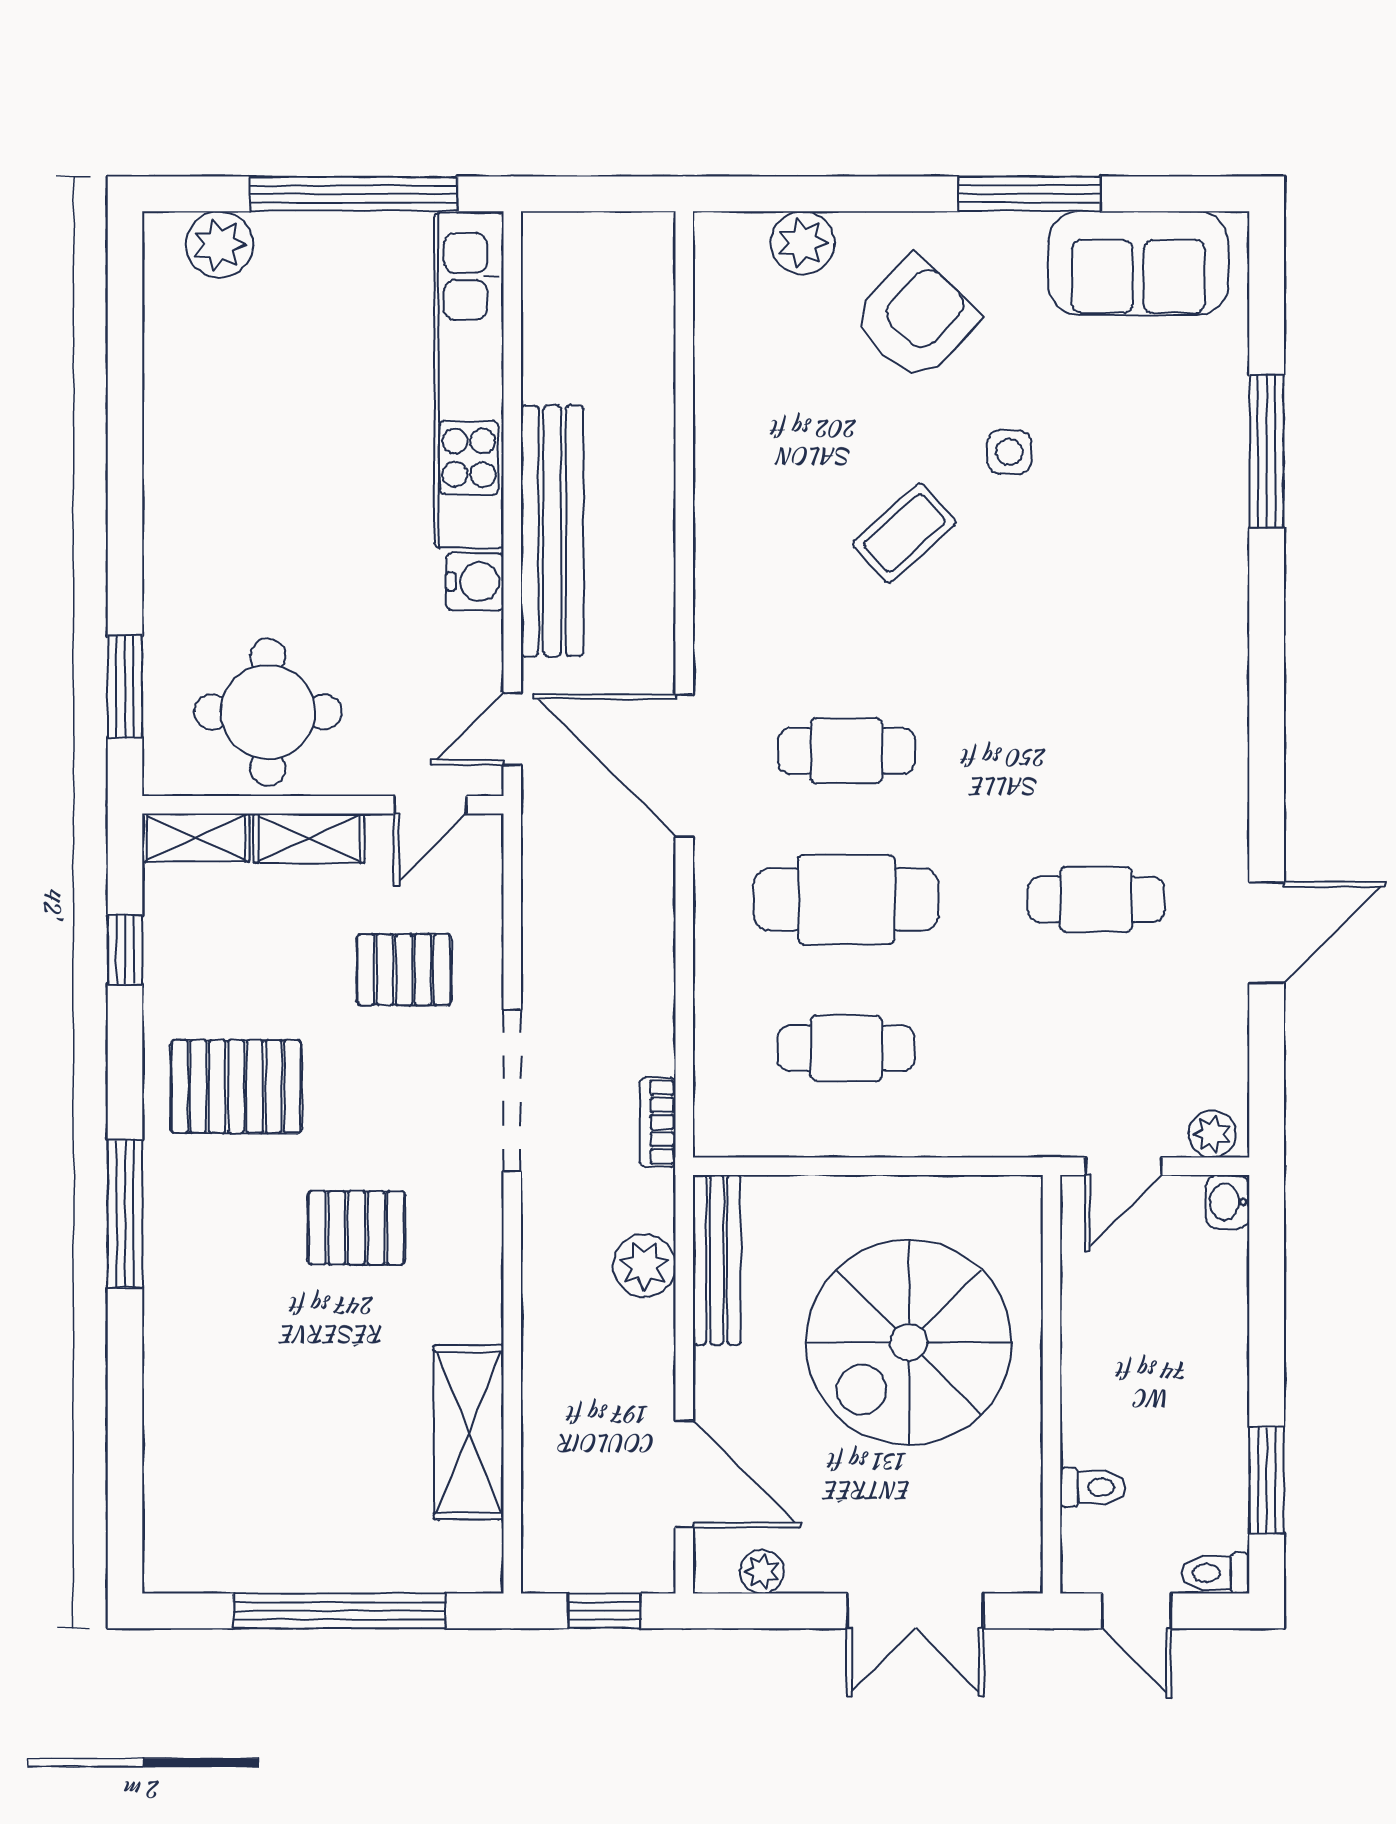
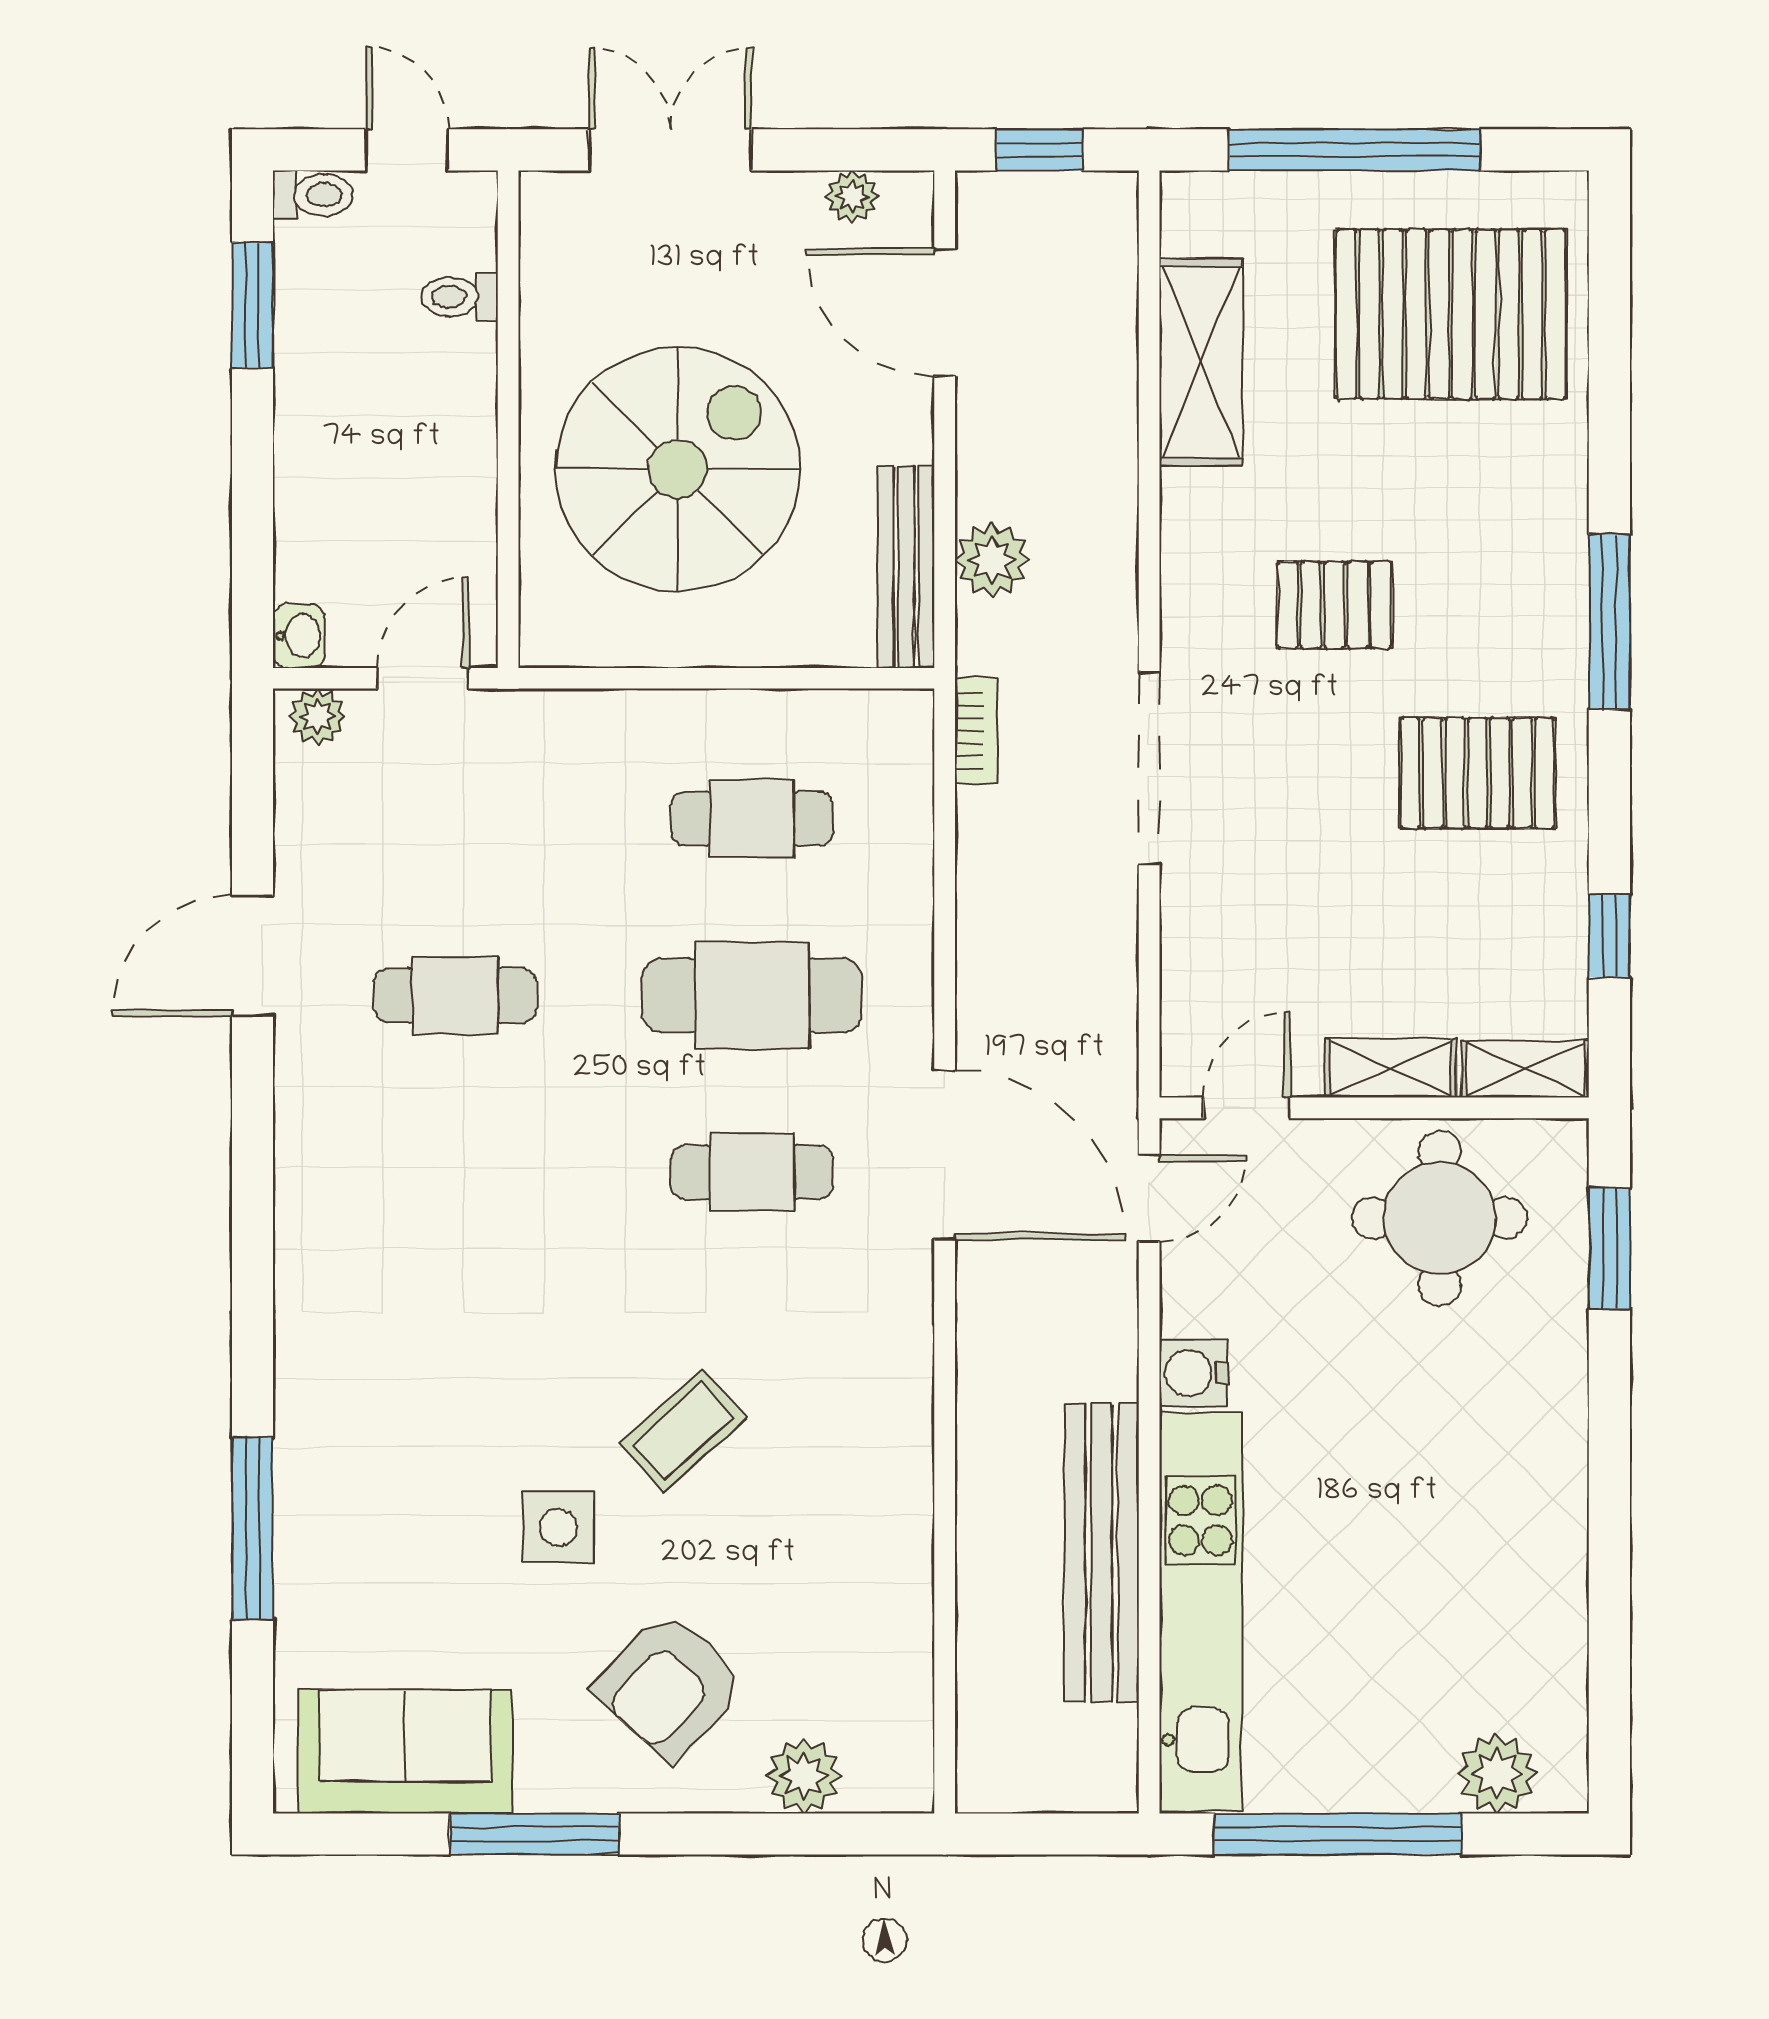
side table: (1009, 452) -> (558, 1527), width x1.37, depth x1.37
bench: (552, 531) -> (1102, 1553), moved
pallet: (404, 970) -> (1451, 314), moved, width x2.05, depth x2.00

